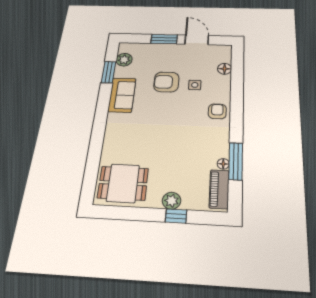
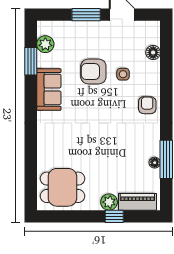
piano: (219, 189) -> (137, 202), moved, turned 90

